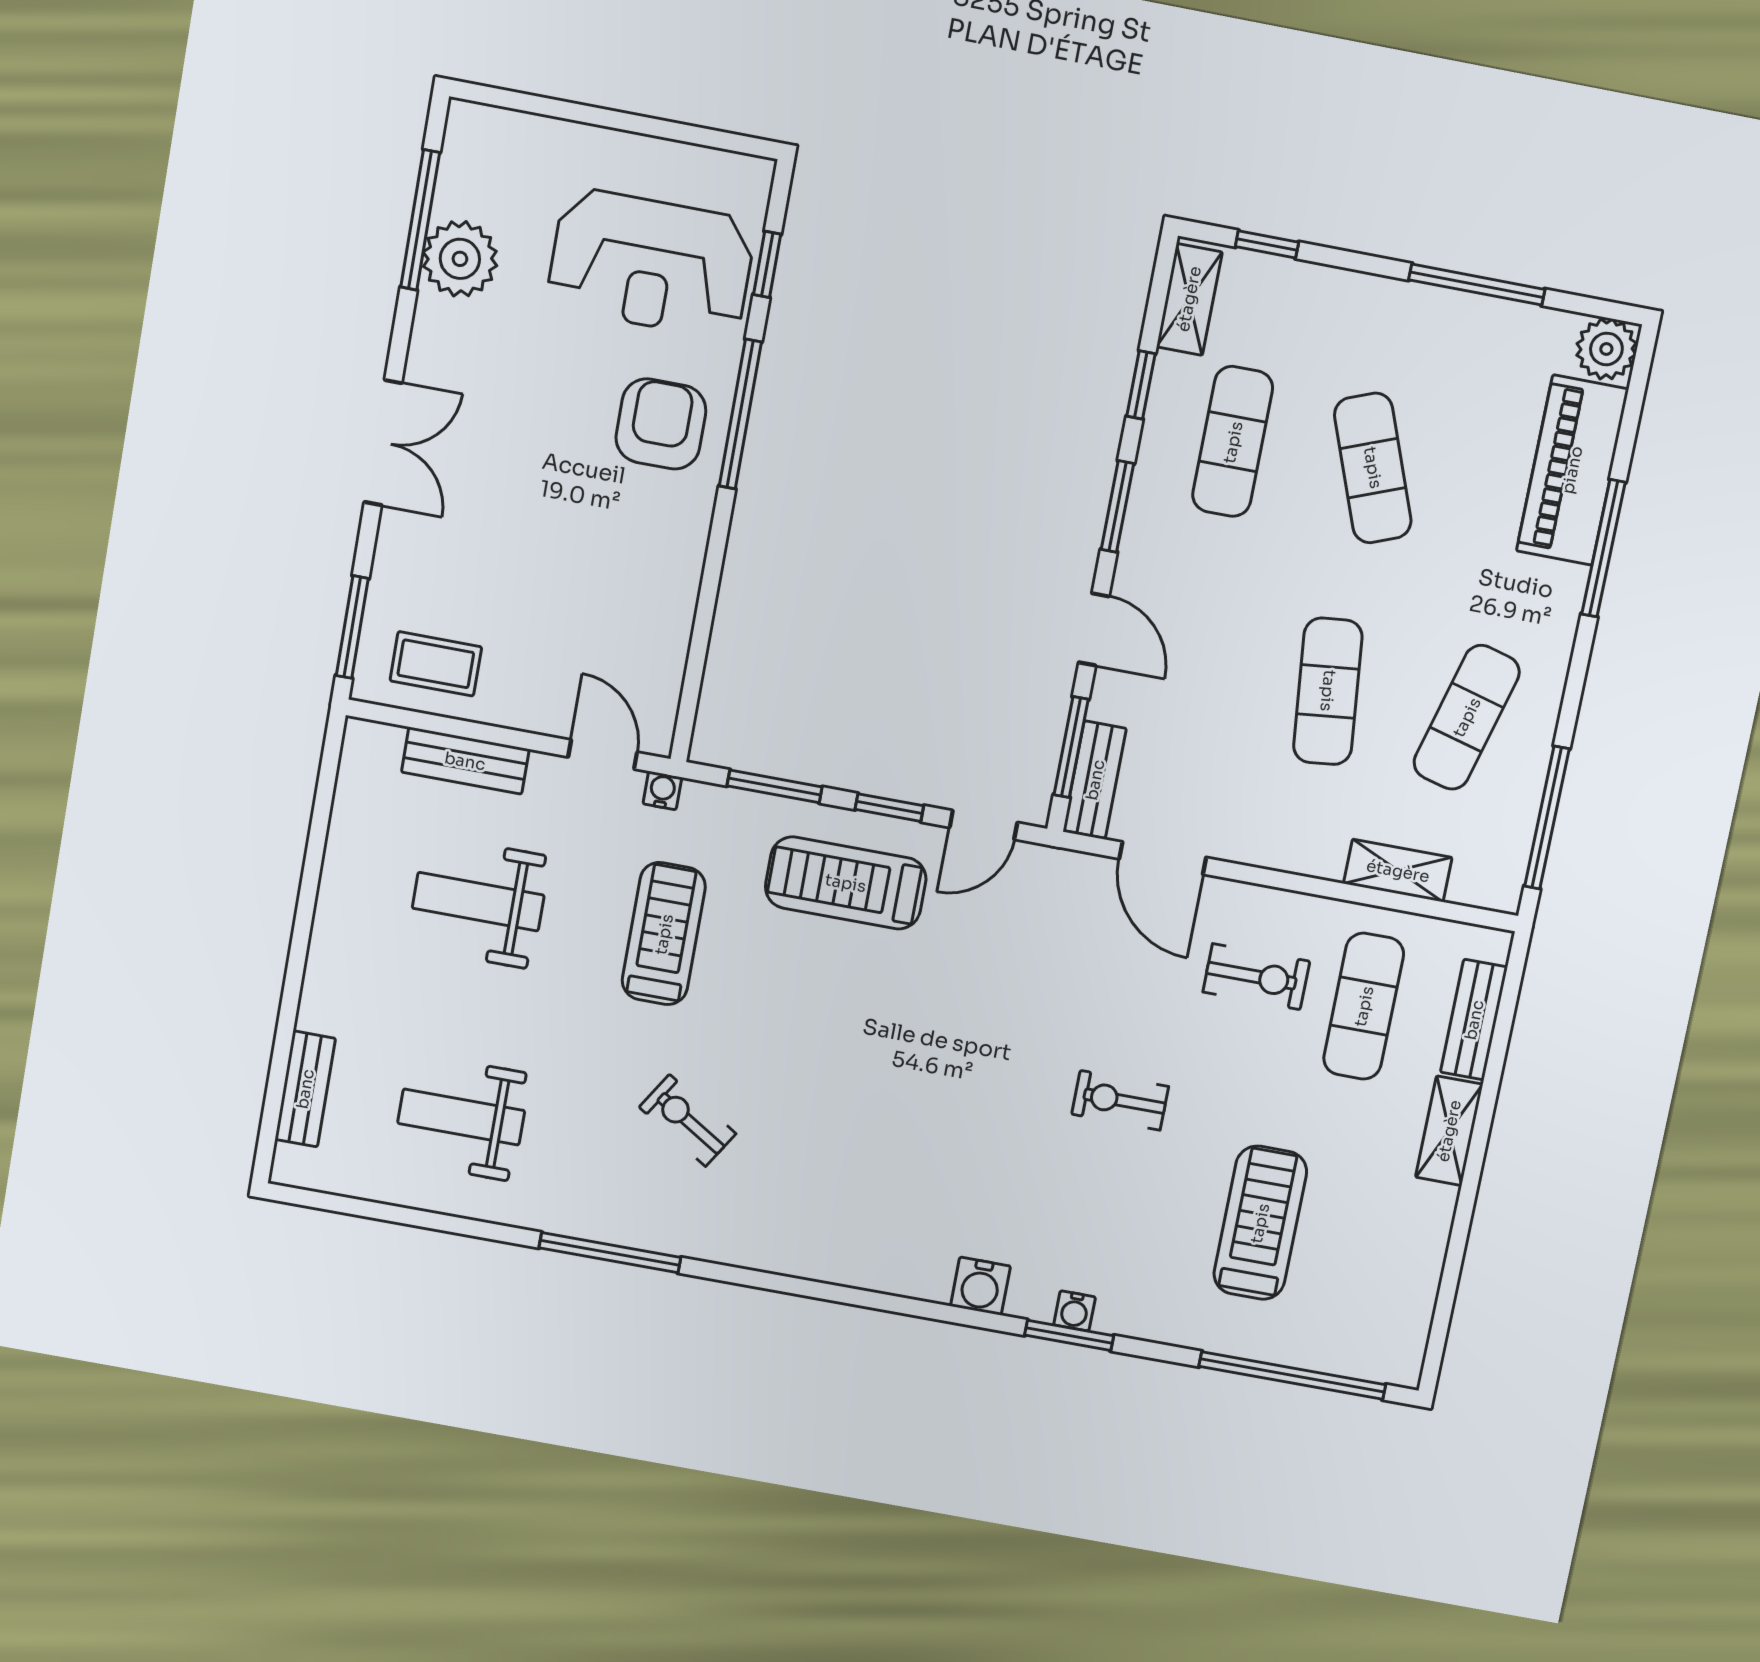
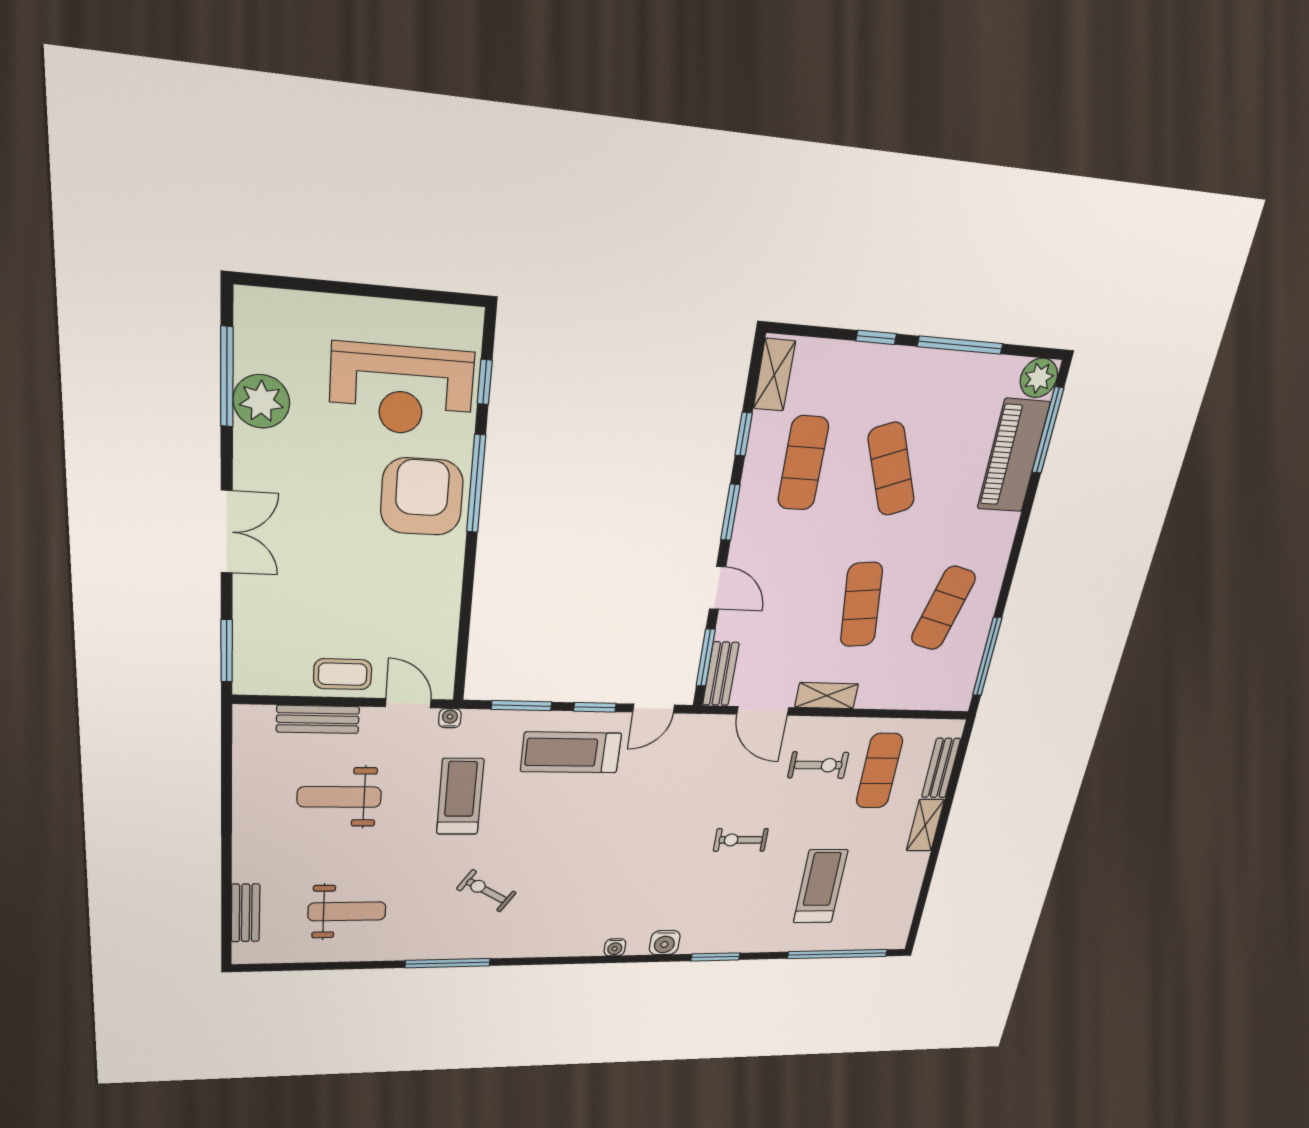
window: (1267, 244) -> (876, 337), moved
armchair: (661, 424) -> (422, 497), width x1.36, depth x1.36
window: (1603, 548) -> (1048, 430), moved
coffee table: (436, 664) -> (343, 674), moved
shelving: (1398, 871) -> (827, 696), moved
weight bench: (461, 1117) -> (347, 911), turned 180
water cooler: (1074, 1311) -> (615, 947), moved

